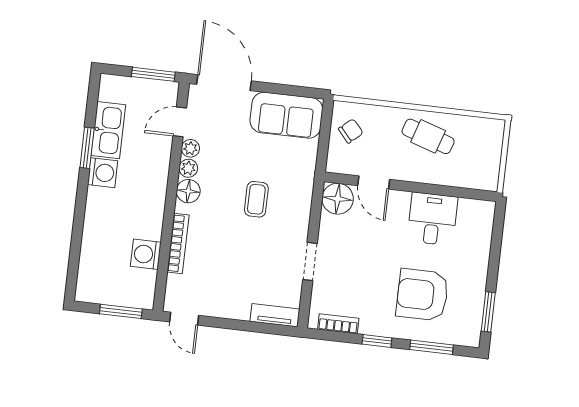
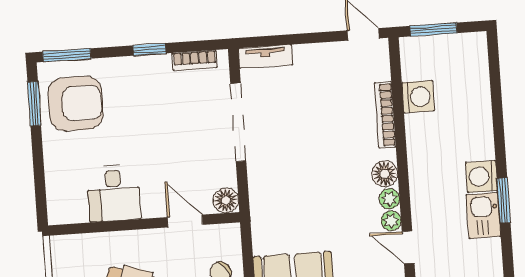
door: (180, 122) -> (408, 247), swing flipped
kitchen sink: (108, 130) -> (483, 216), width x0.73
coffee table: (256, 199) -> (309, 179), removed
floor lamp: (338, 199) -> (226, 200), width x0.73, depth x0.73
doorway: (310, 261) -> (238, 122), width x1.88
armchair: (422, 295) -> (76, 104), moved
window: (432, 347) -> (67, 55), moved

